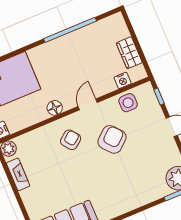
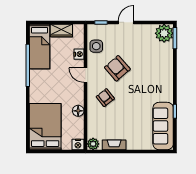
bed: (99, 34) -> (40, 46), added
nightstand: (123, 80) -> (79, 54), moved
floor lamp: (55, 108) -> (78, 111), moved

